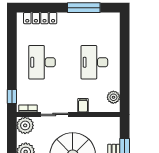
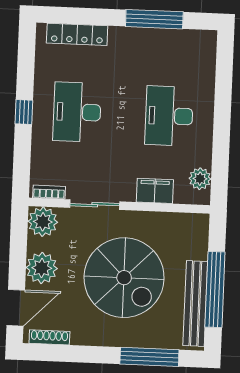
window: (12, 97) -> (24, 112), moved
filing cabinet: (83, 105) -> (155, 191), width x2.00

